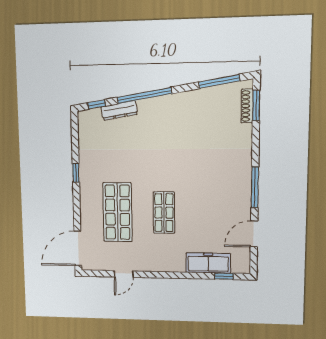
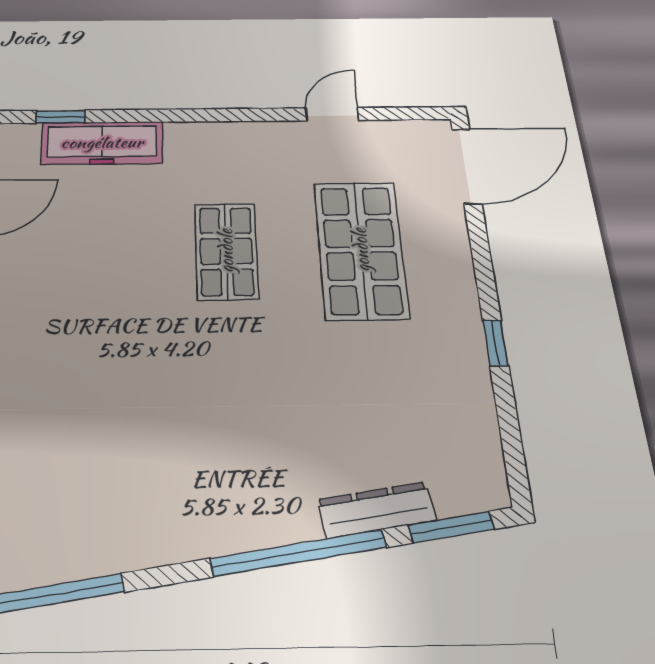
window: (97, 104) -> (451, 527), width x1.50

